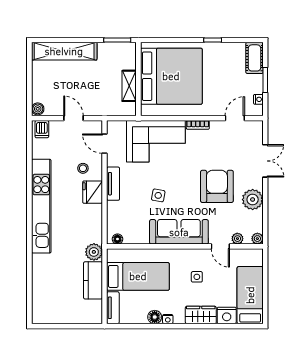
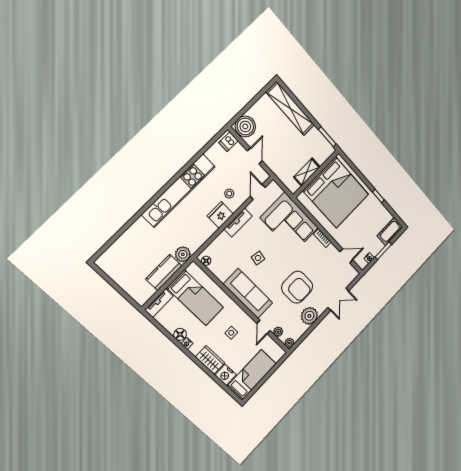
boiler: (38, 109) -> (245, 126), width x1.86, depth x1.86
armchair: (217, 186) -> (297, 287), turned 90

